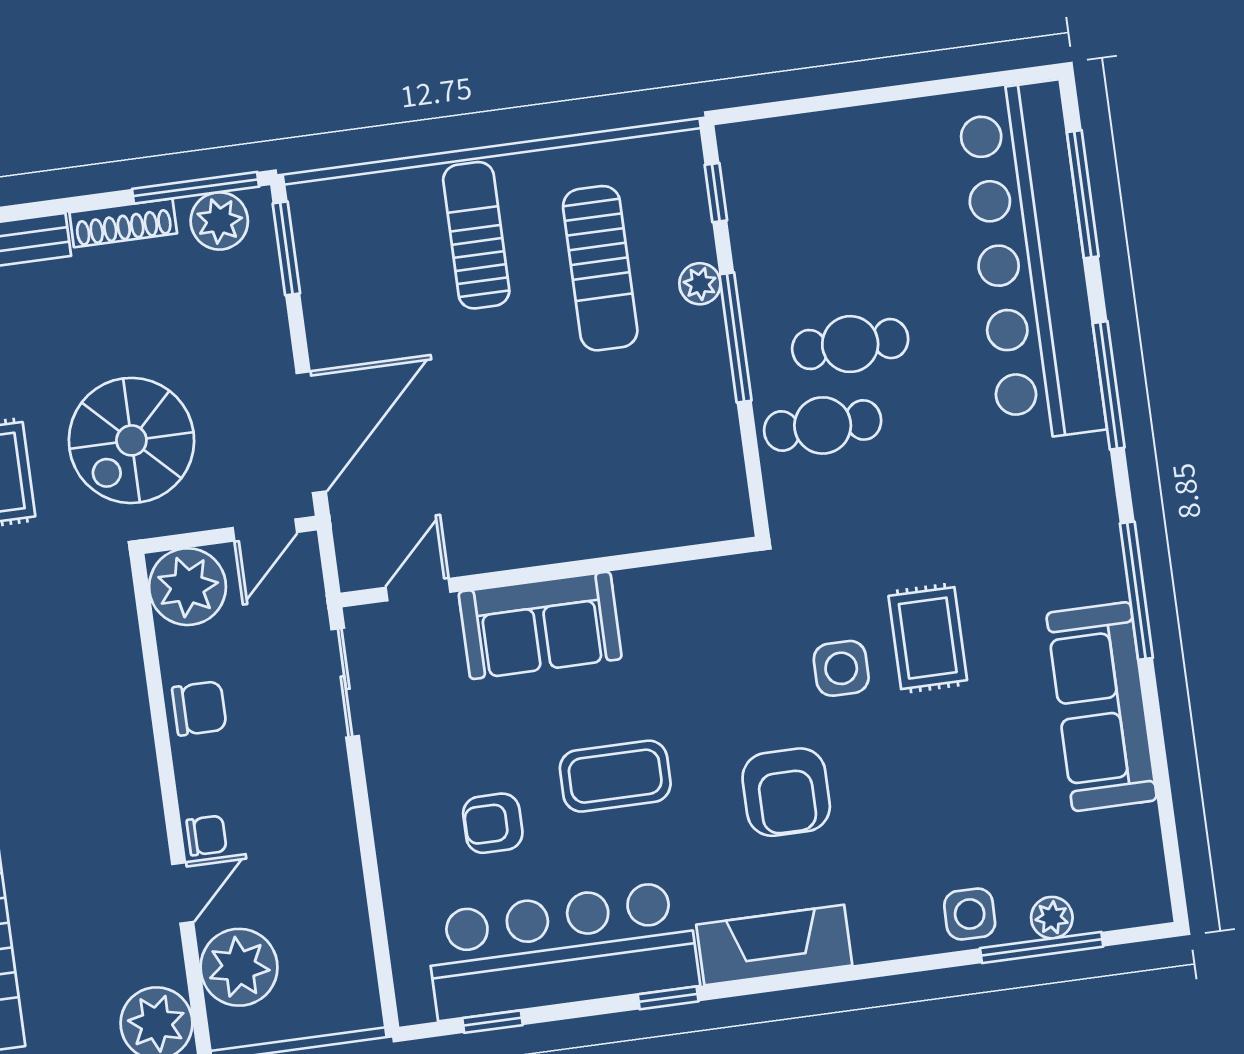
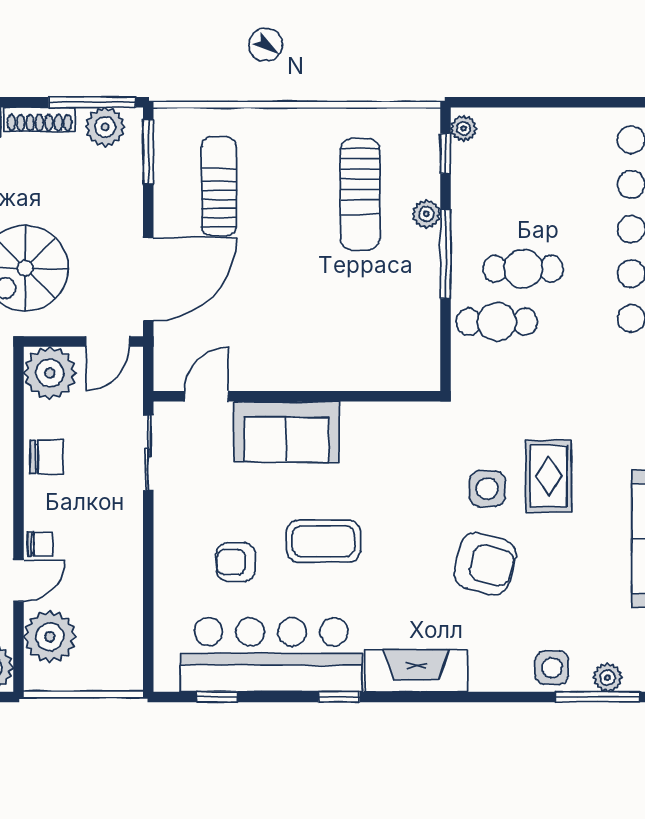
plant: (737, 153) -> (464, 128), added
sun lounger: (476, 235) -> (219, 186), moved
armchair: (786, 792) -> (485, 564), moved, turned -76

